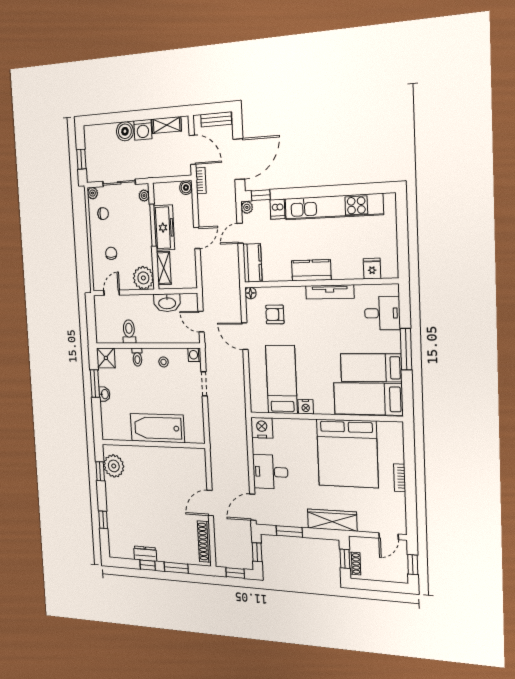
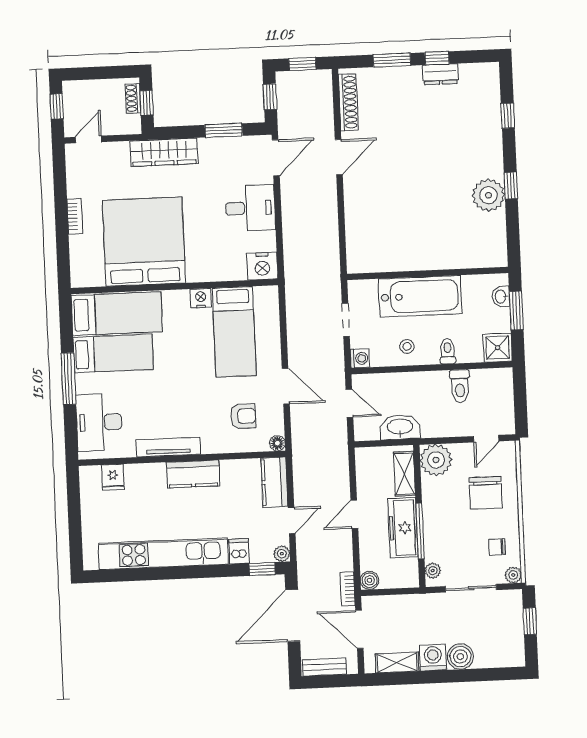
chair: (111, 253) -> (486, 493), width x1.87, depth x1.87
desk: (382, 313) -> (99, 422), width x1.37
bathtub: (157, 428) -> (420, 296), moved
wall: (153, 444) -> (428, 273), moved

